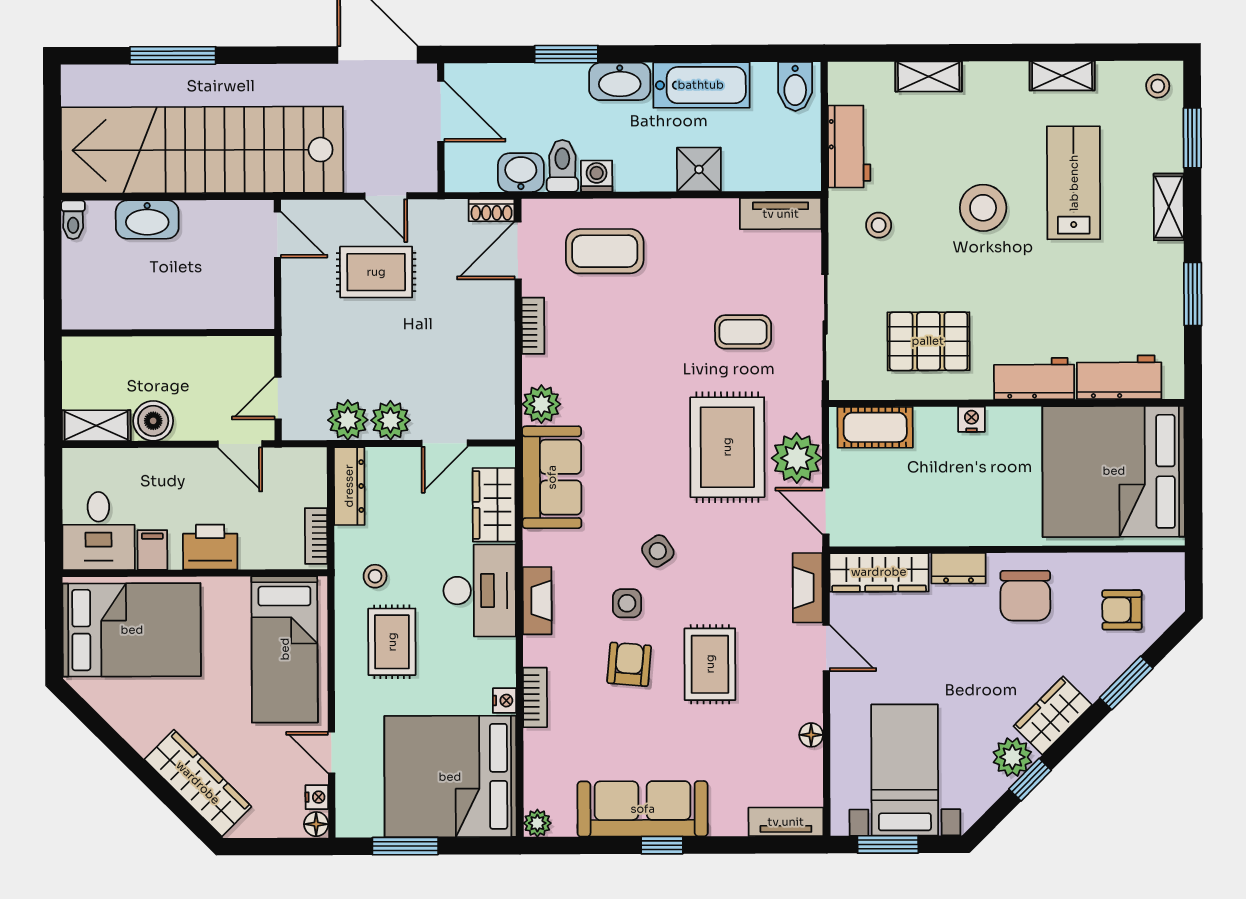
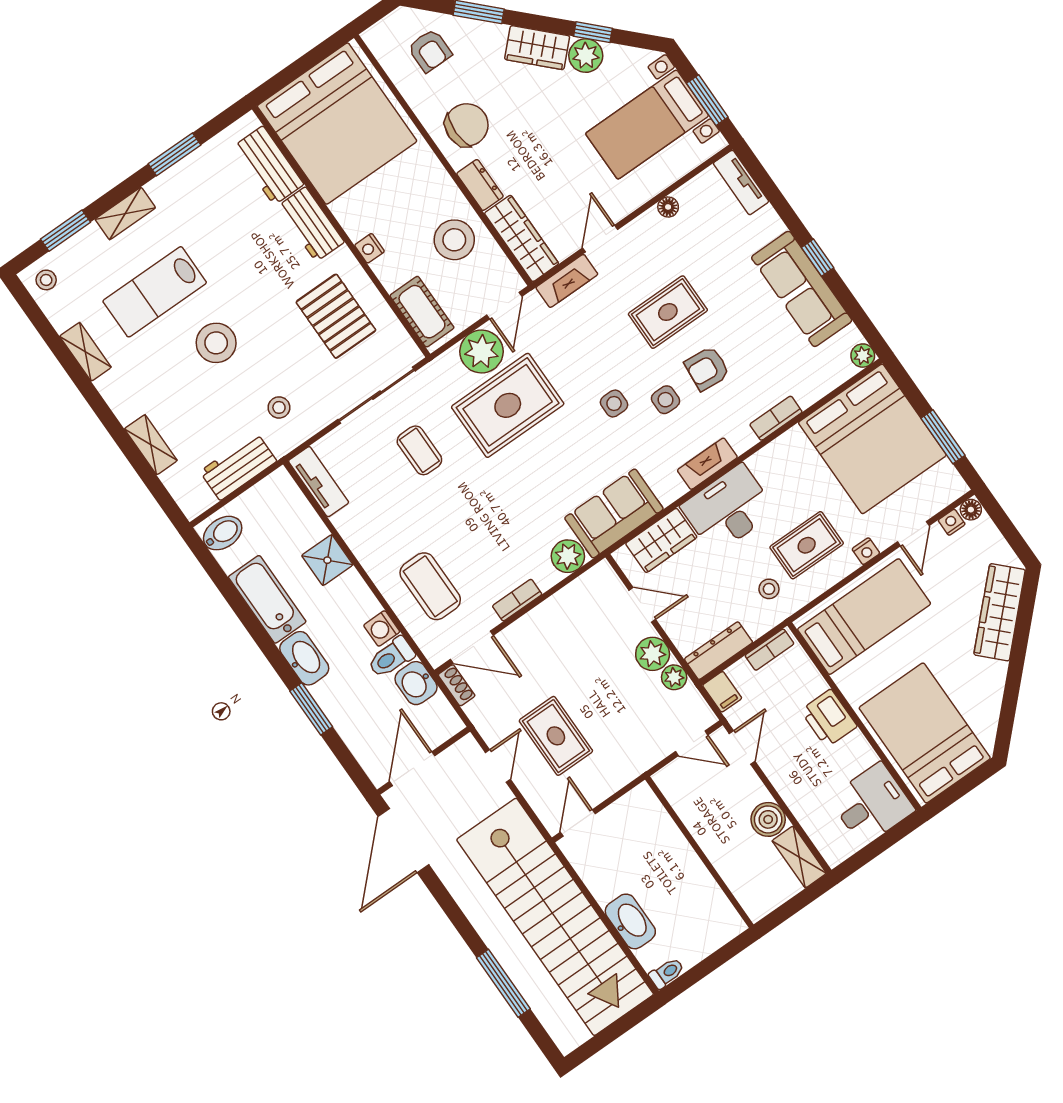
plant: (348, 420) -> (674, 677), width x0.73, depth x0.73
stool: (923, 507) -> (454, 240), added
filing cabinet: (152, 550) -> (722, 692), moved, turned -90
side table: (658, 551) -> (614, 403), turned 34
nightstand: (504, 701) -> (866, 551), moved, turned 180

